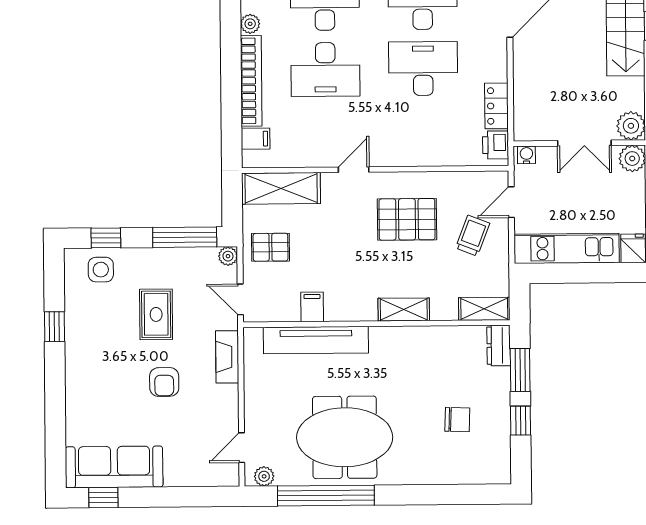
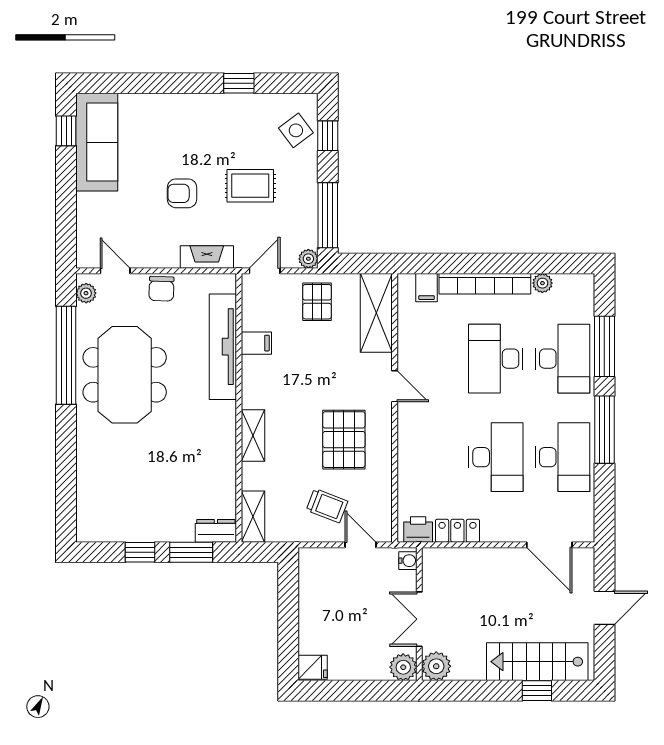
kitchen unit: (567, 248) -> (313, 600), removed
side table: (101, 270) -> (296, 130), turned -37
chair: (457, 420) -> (161, 289), moved

